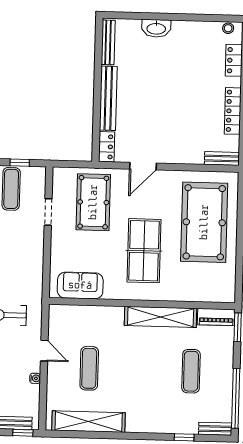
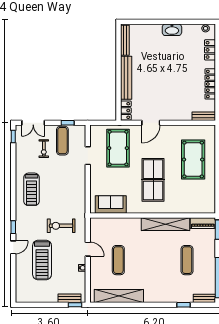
washbasin: (156, 28) -> (172, 30), moved
pool table: (204, 222) -> (193, 160), width x0.73, depth x0.76

